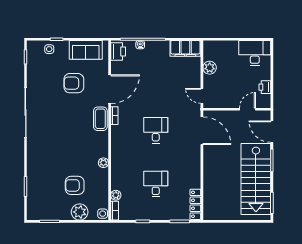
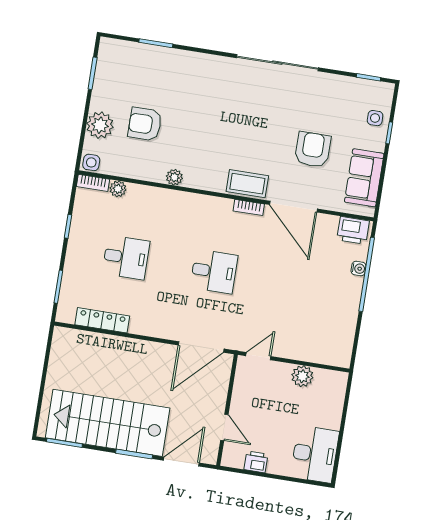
filing cabinet: (185, 48) -> (341, 342), removed
armchair: (75, 185) -> (145, 124), turned -90
locker: (195, 204) -> (102, 320), moved

